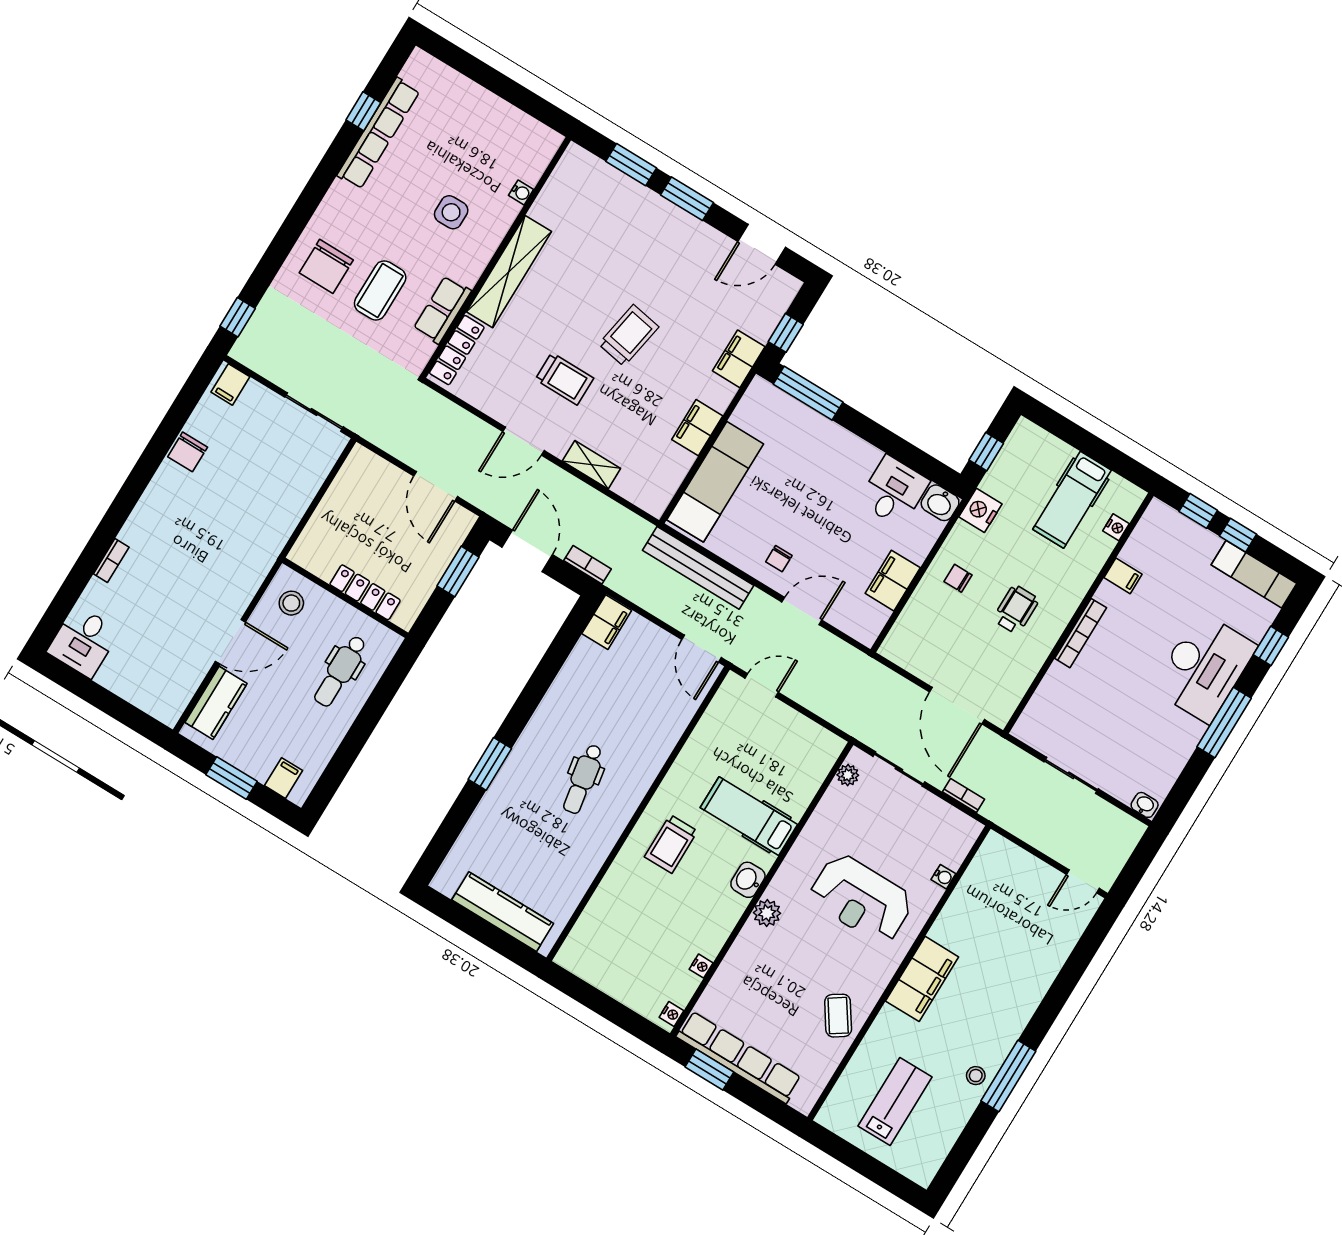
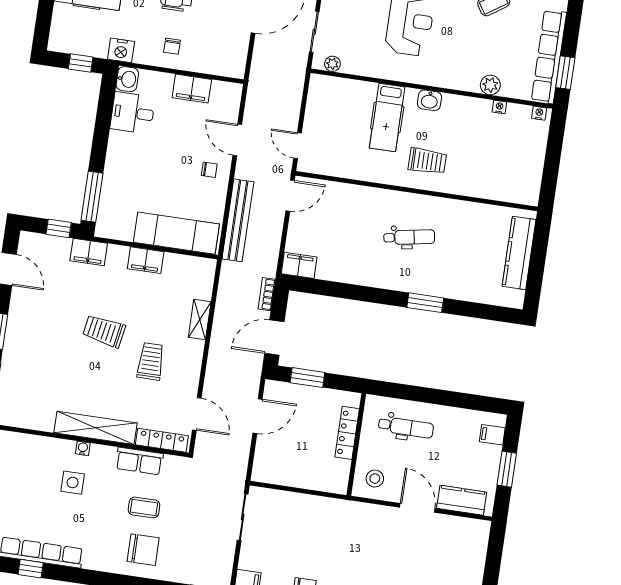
water cooler: (521, 192) -> (83, 448), moved
coffee table: (380, 290) -> (144, 507), width x0.73, depth x0.77
door: (523, 441) -> (197, 414), moved
plant: (767, 913) -> (490, 85), moved

